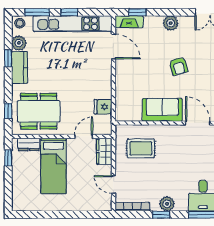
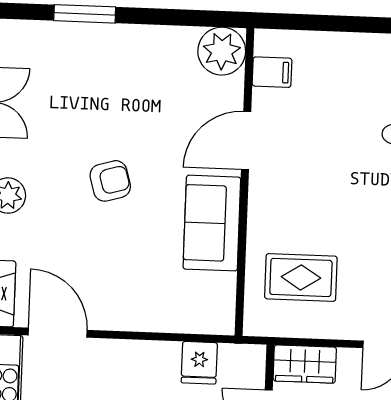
door: (113, 46) -> (58, 333), hinge flipped
rug: (141, 148) -> (301, 277), turned 90

